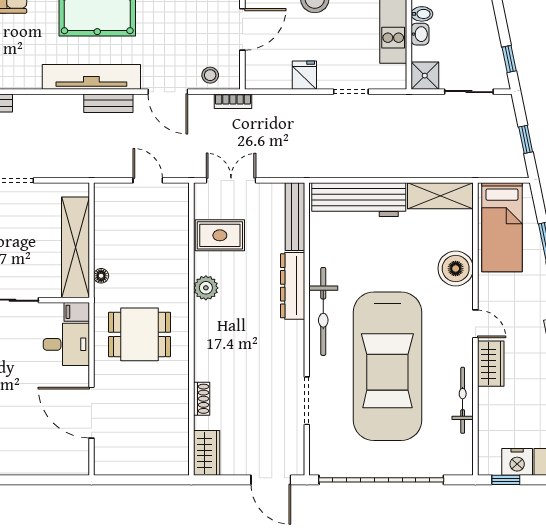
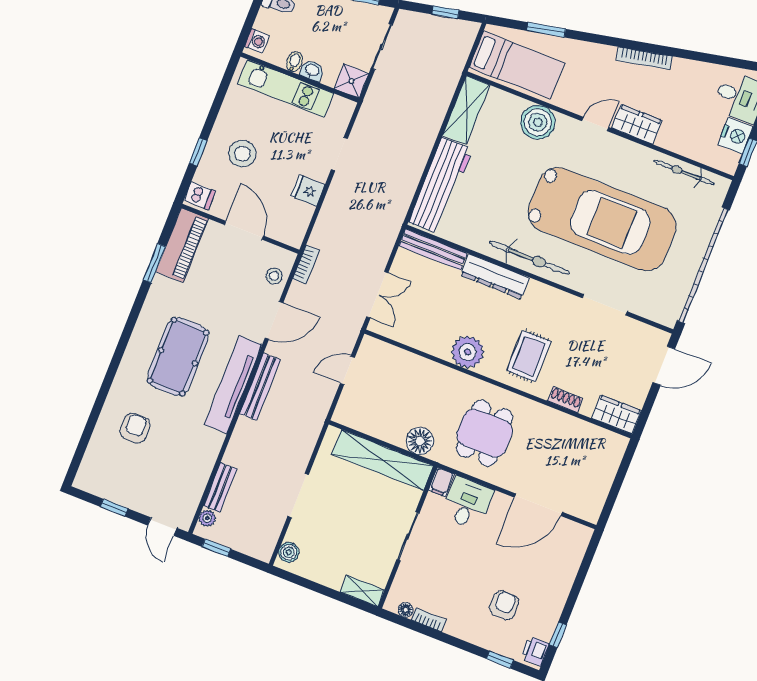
bench: (108, 103) -> (260, 387), width x1.36
double door: (231, 180) -> (377, 295), swing flipped
rug: (220, 235) -> (529, 356), moved
floor lamp: (101, 276) -> (420, 441), width x1.89, depth x1.89
plant: (206, 288) -> (468, 352), width x1.36, depth x1.36
bicycle: (463, 400) -> (684, 172), moved

